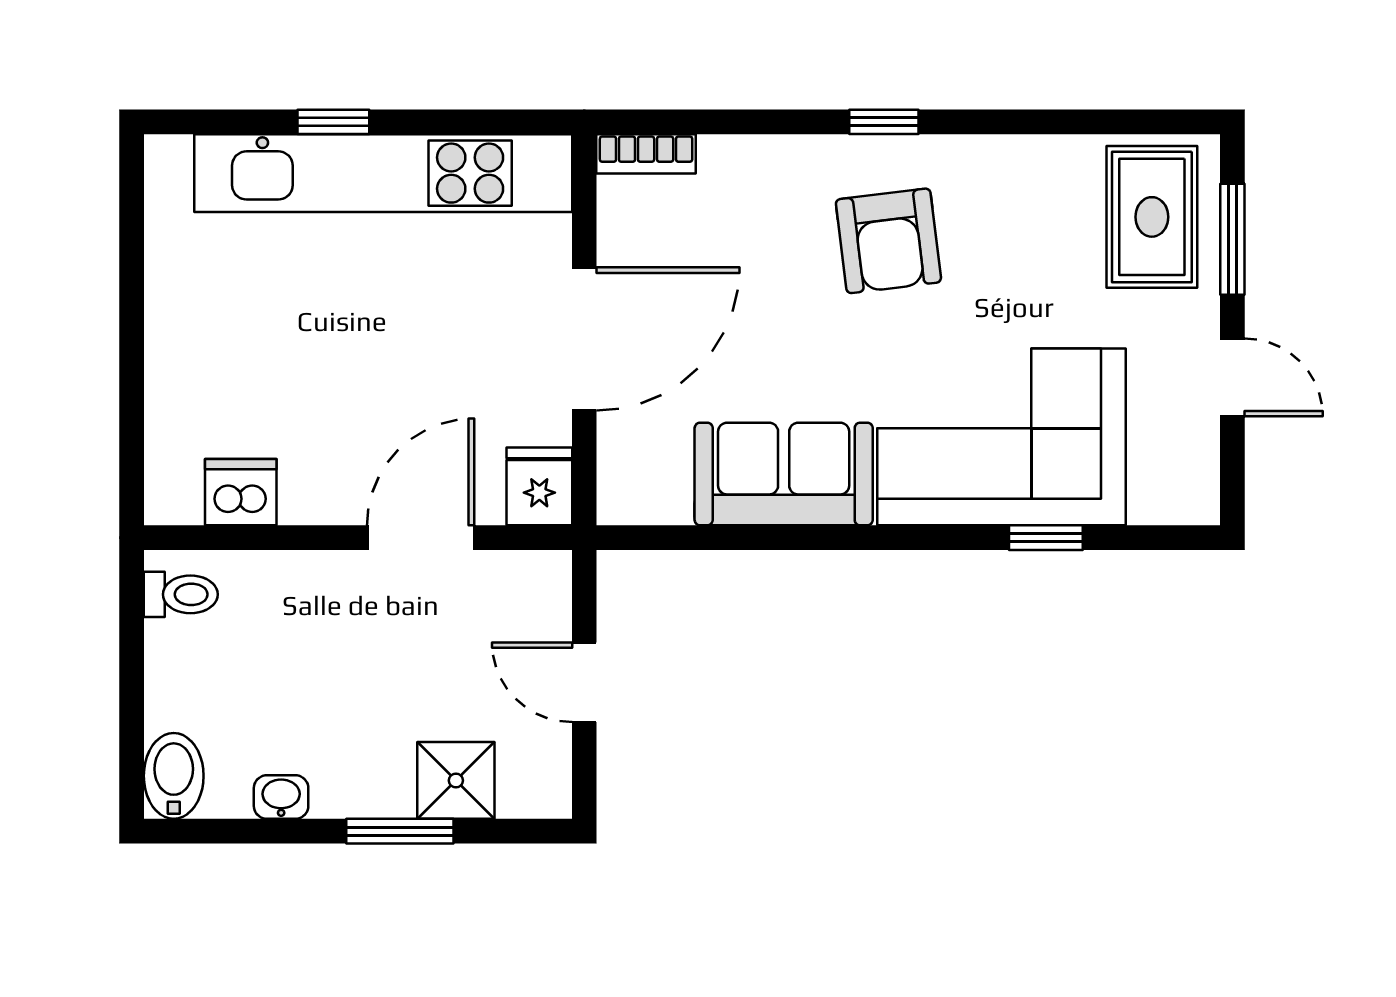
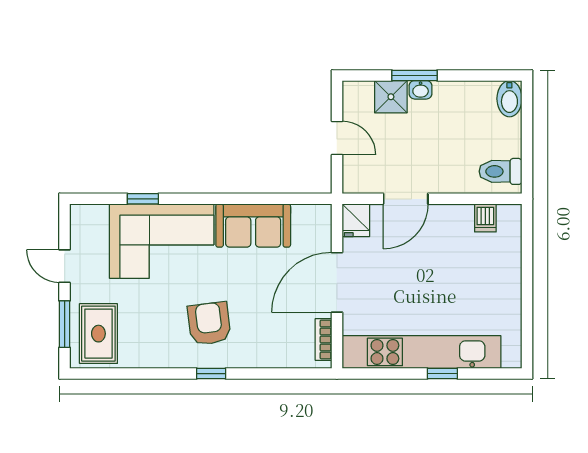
bookcase: (646, 154) -> (323, 339), moved, turned -90
dishwasher: (241, 492) -> (485, 218), width x0.73
toilet: (181, 594) -> (500, 171), width x1.37, depth x1.39
washbasin: (281, 797) -> (421, 90), moved

